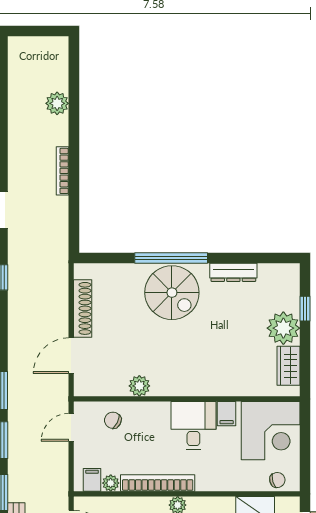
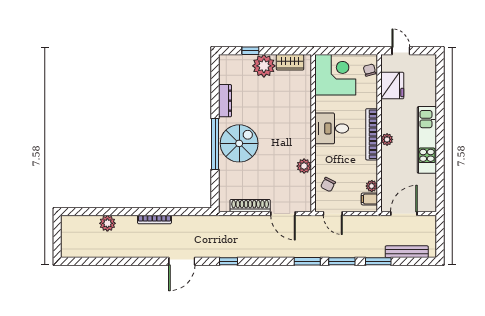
filing cabinet: (227, 414) -> (323, 105), removed
bookcase: (158, 483) -> (372, 134), moved

